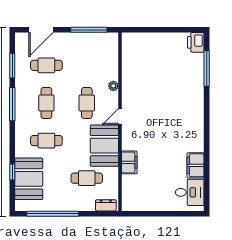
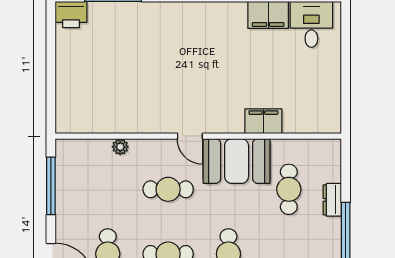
plant: (113, 86) -> (120, 147), moved
dresser: (106, 205) -> (332, 200), moved

